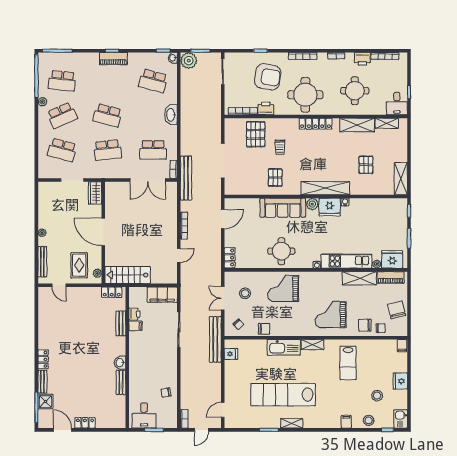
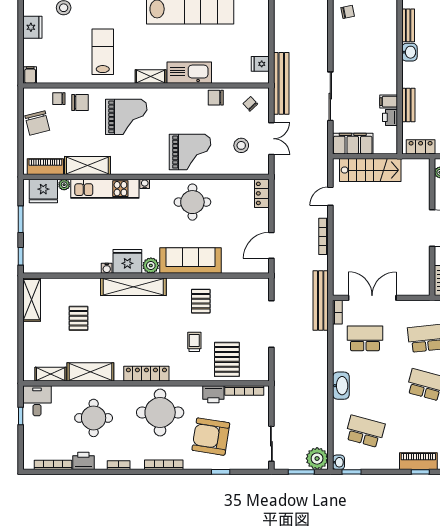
stairs: (128, 275) -> (370, 170), moved

